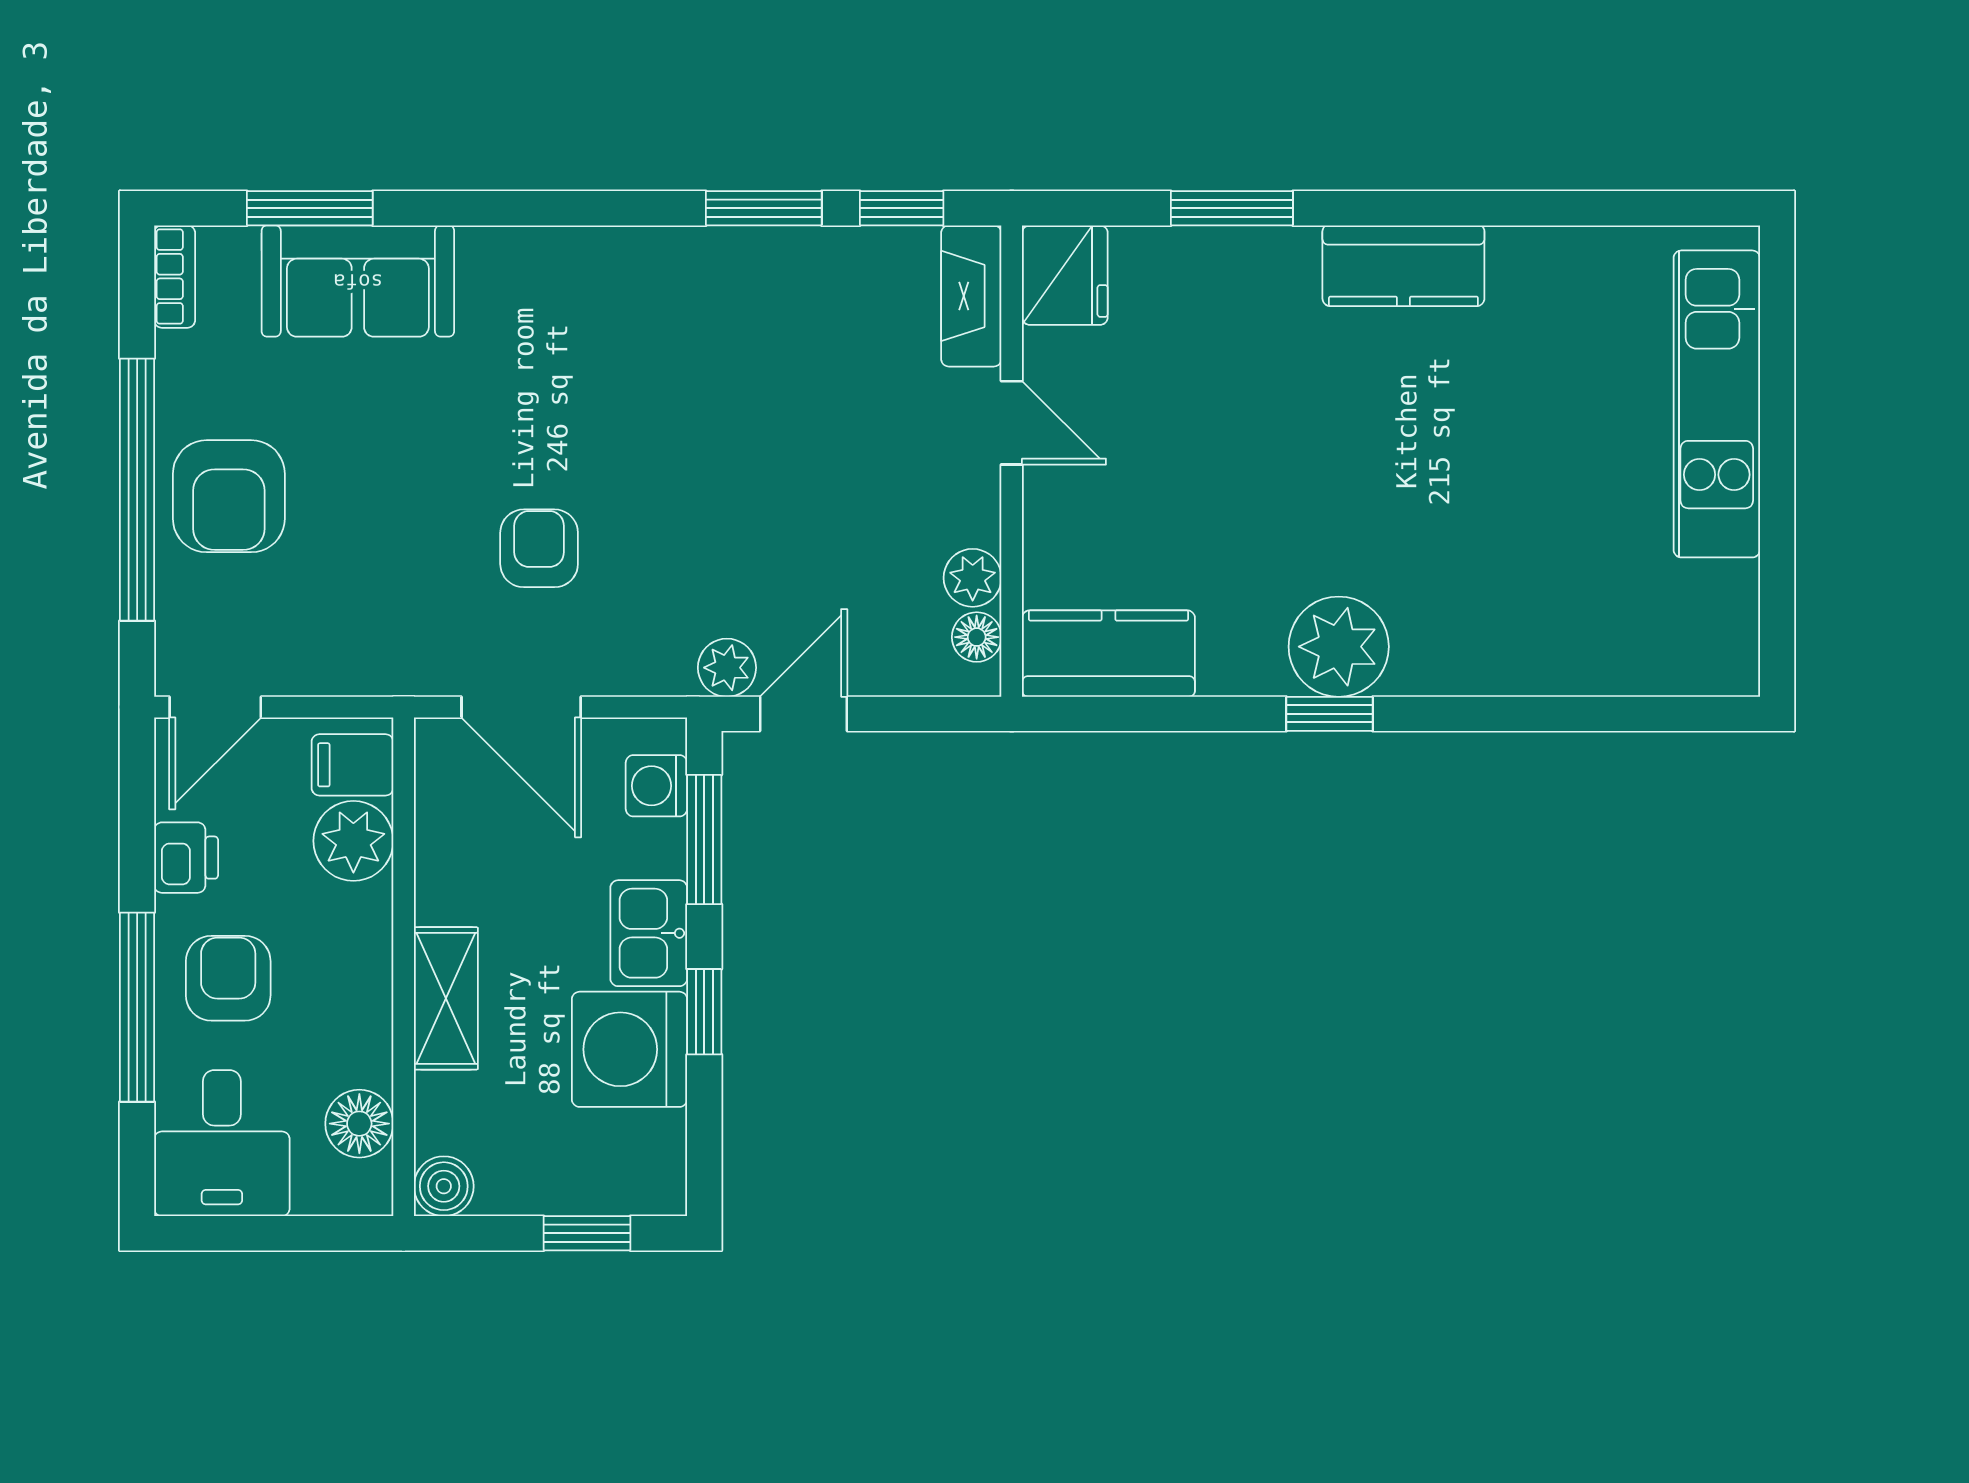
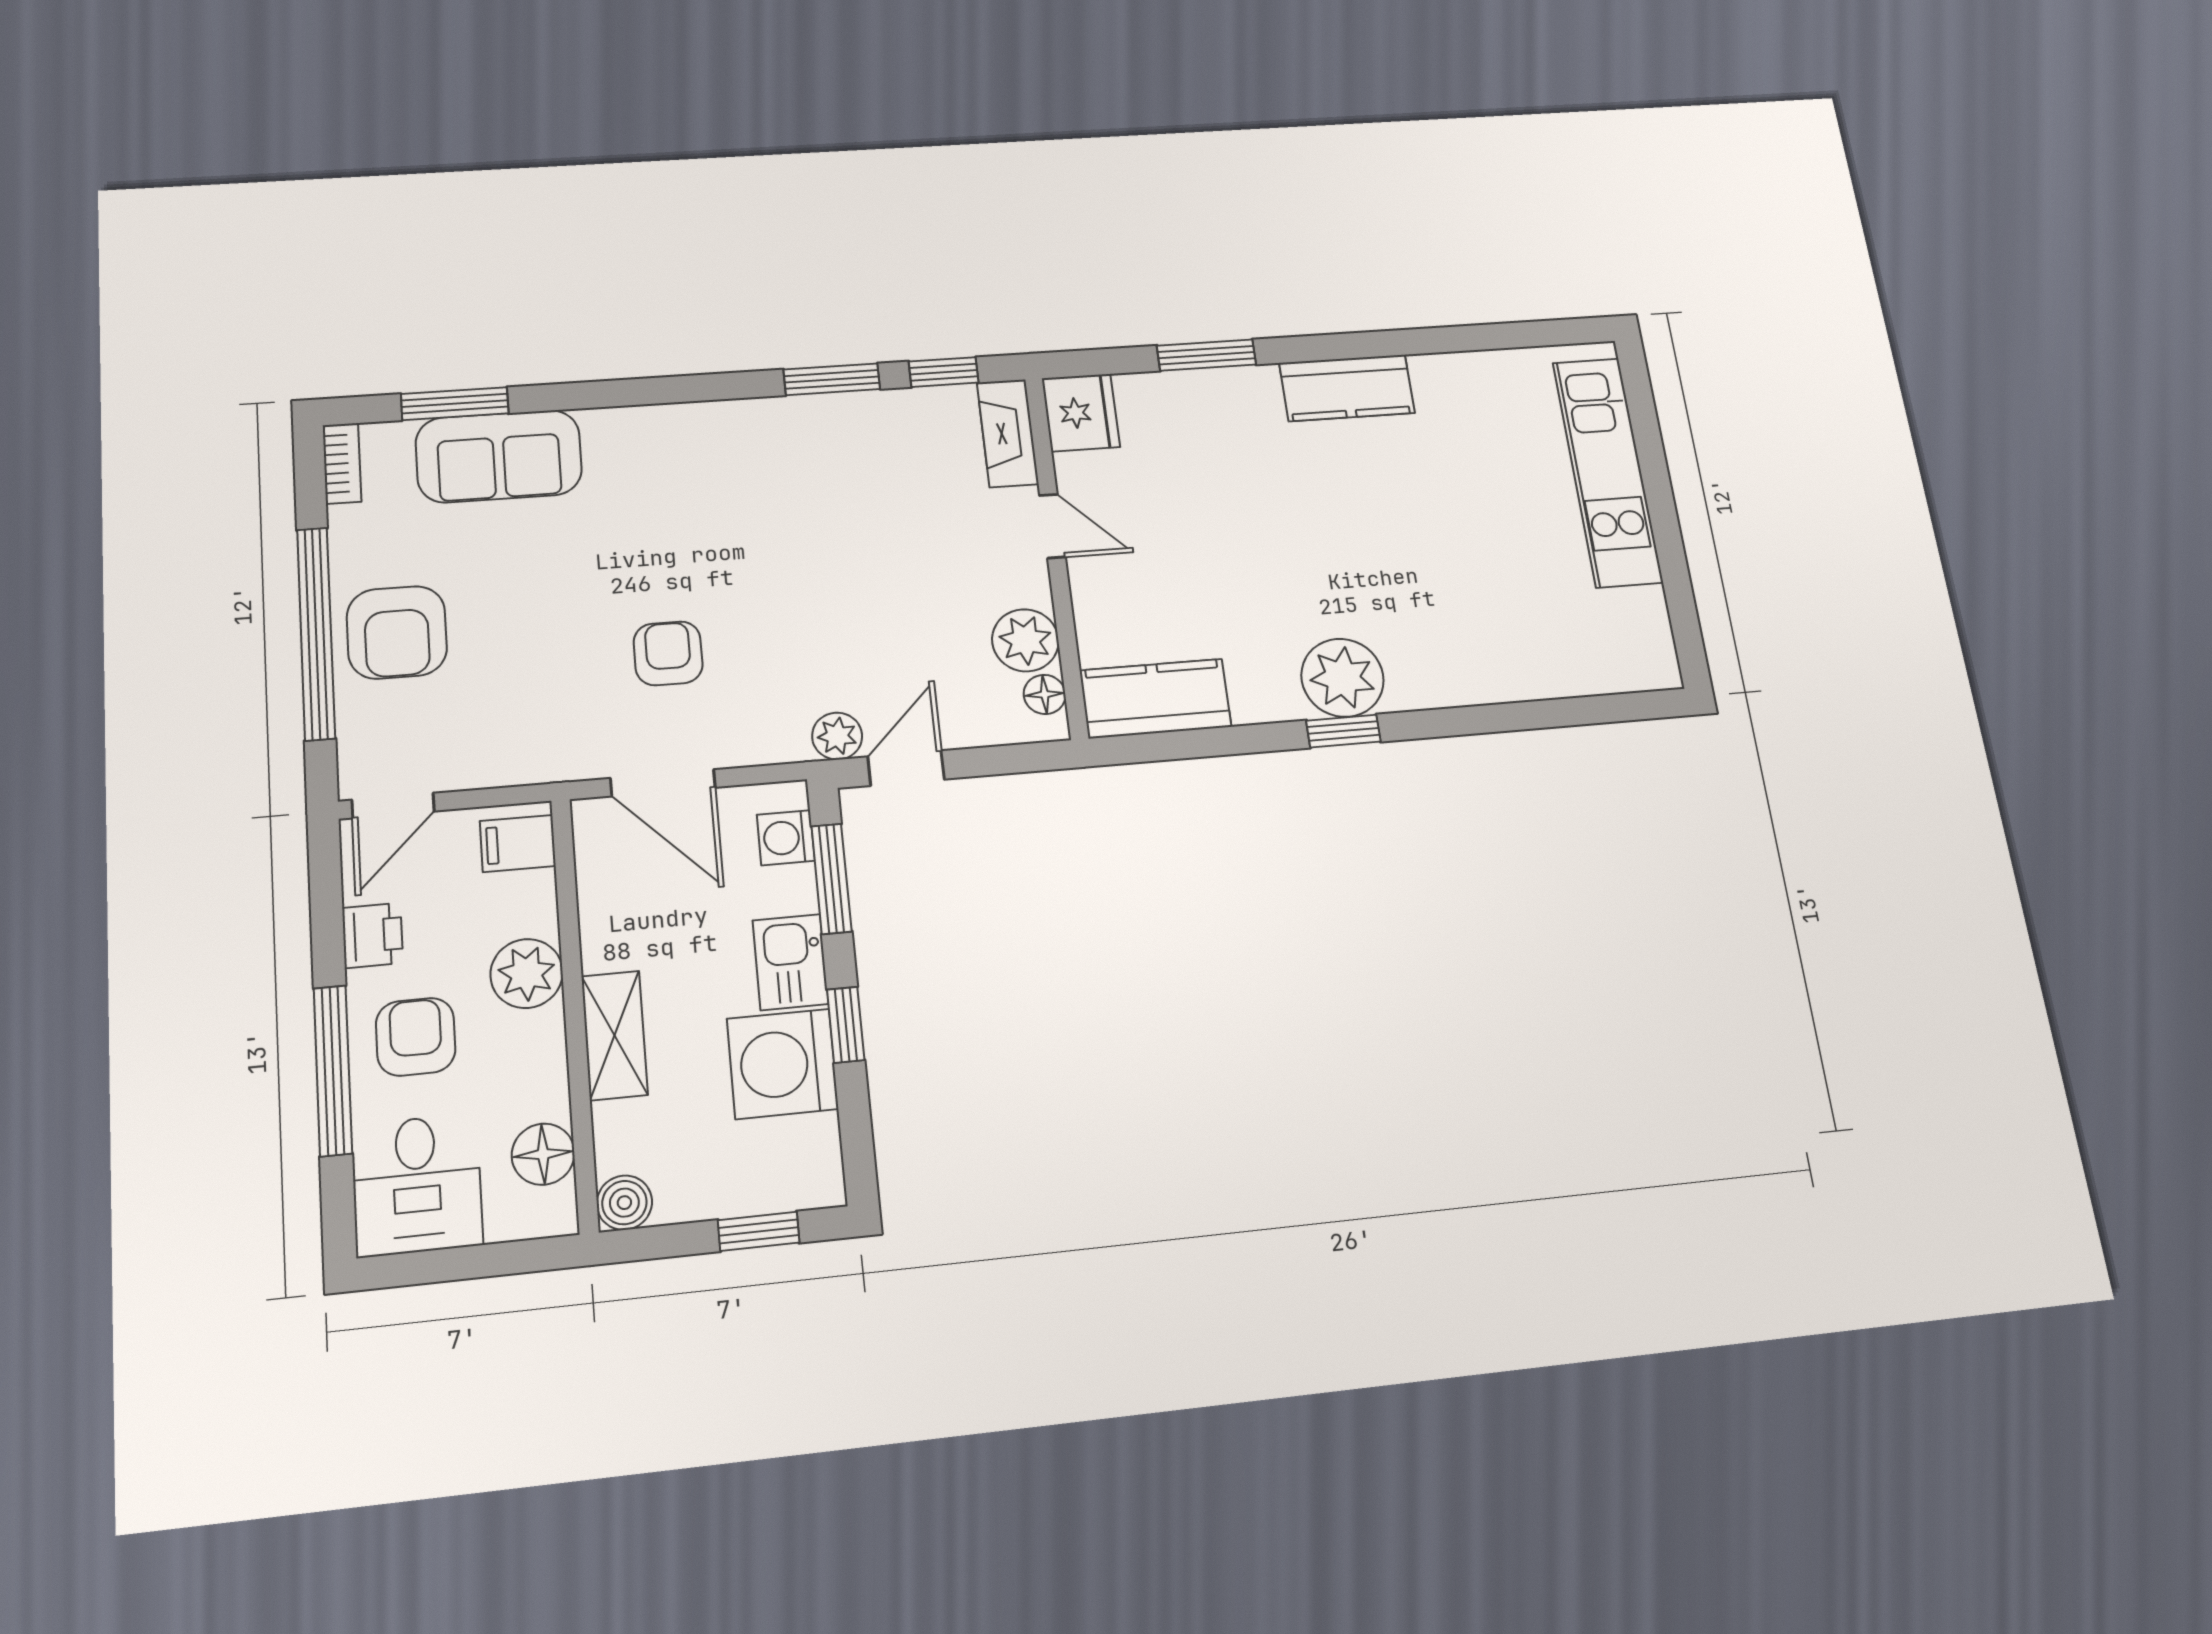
plant: (973, 578) -> (1025, 640), width x1.38, depth x1.38
plant: (353, 841) -> (527, 973), moved

